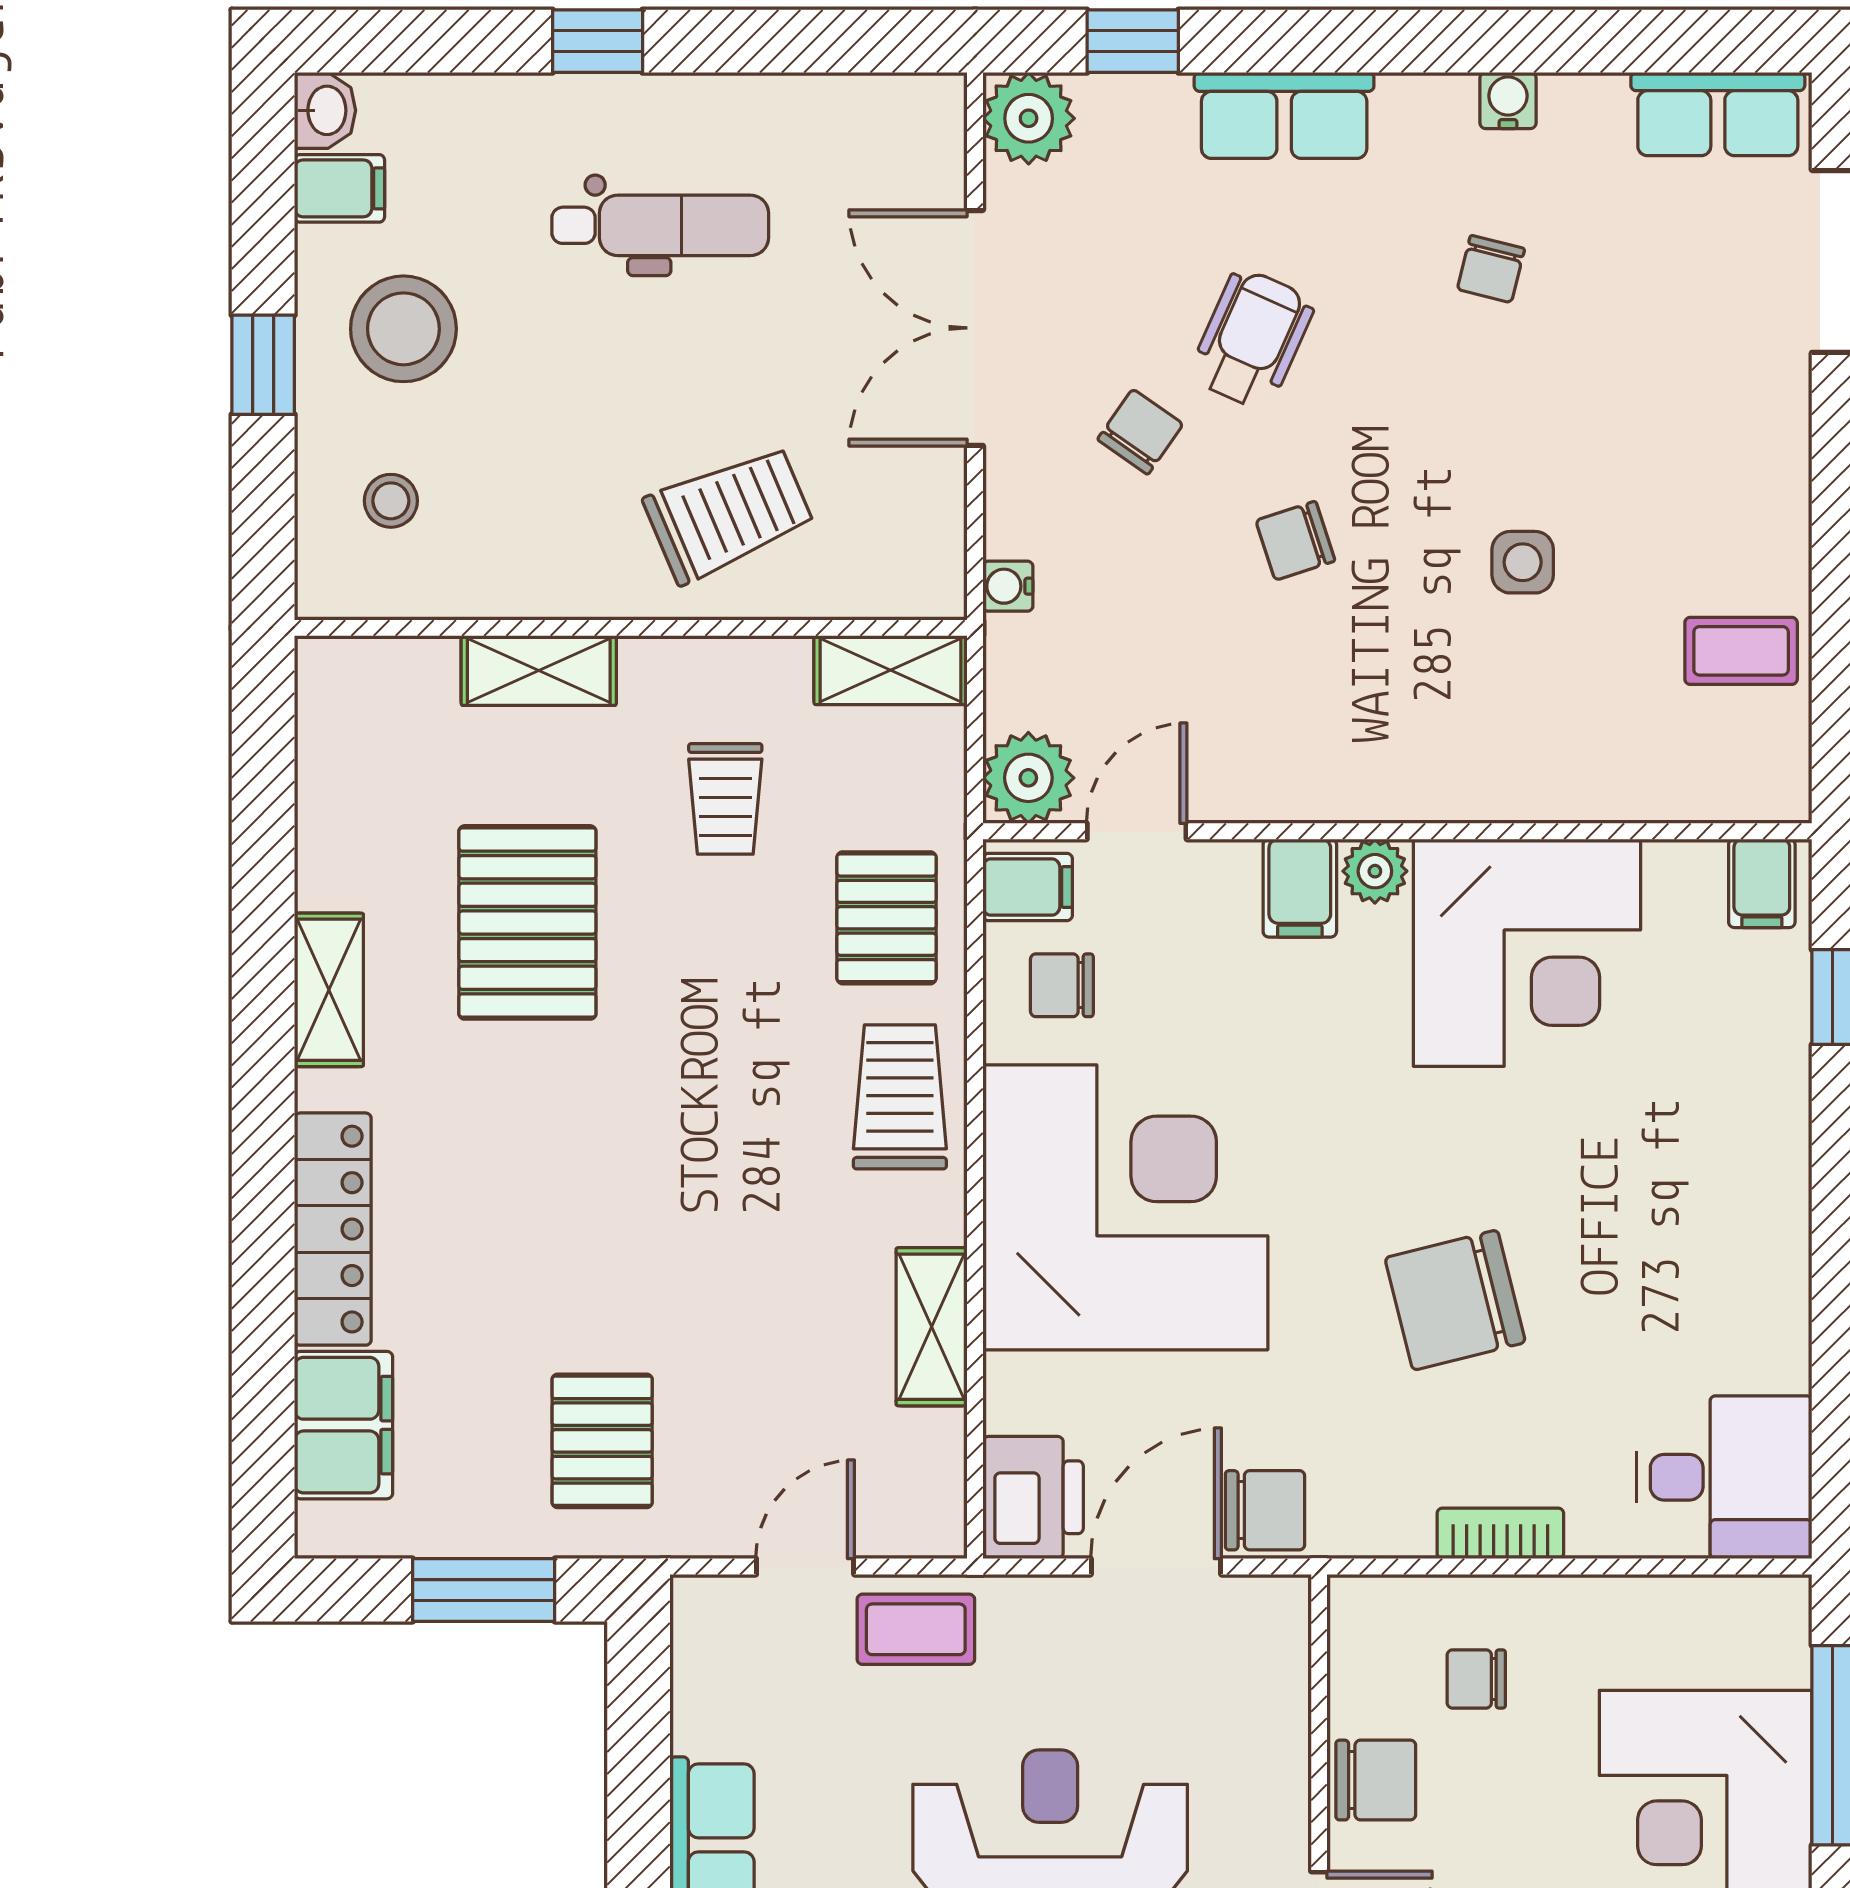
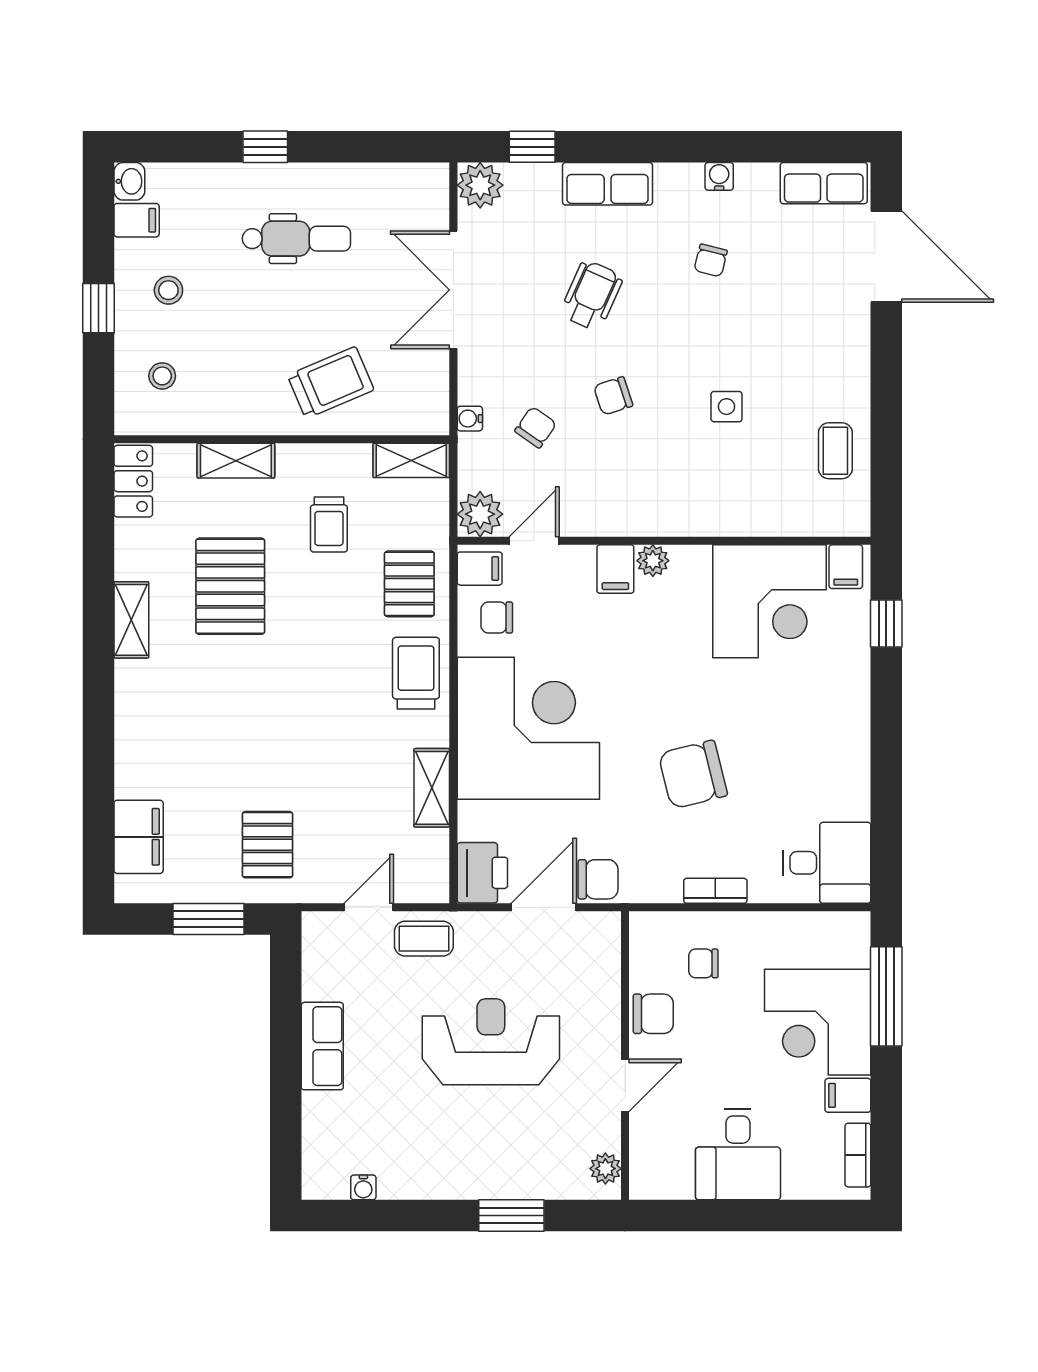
stool: (403, 329) -> (168, 290), width x0.53, depth x0.53
chair: (1140, 432) -> (536, 427), moved
coffee table: (1741, 651) -> (835, 451), turned 90
corner desk: (1527, 953) -> (769, 601), moved
locker: (333, 1229) -> (133, 481), moved, width x0.66

